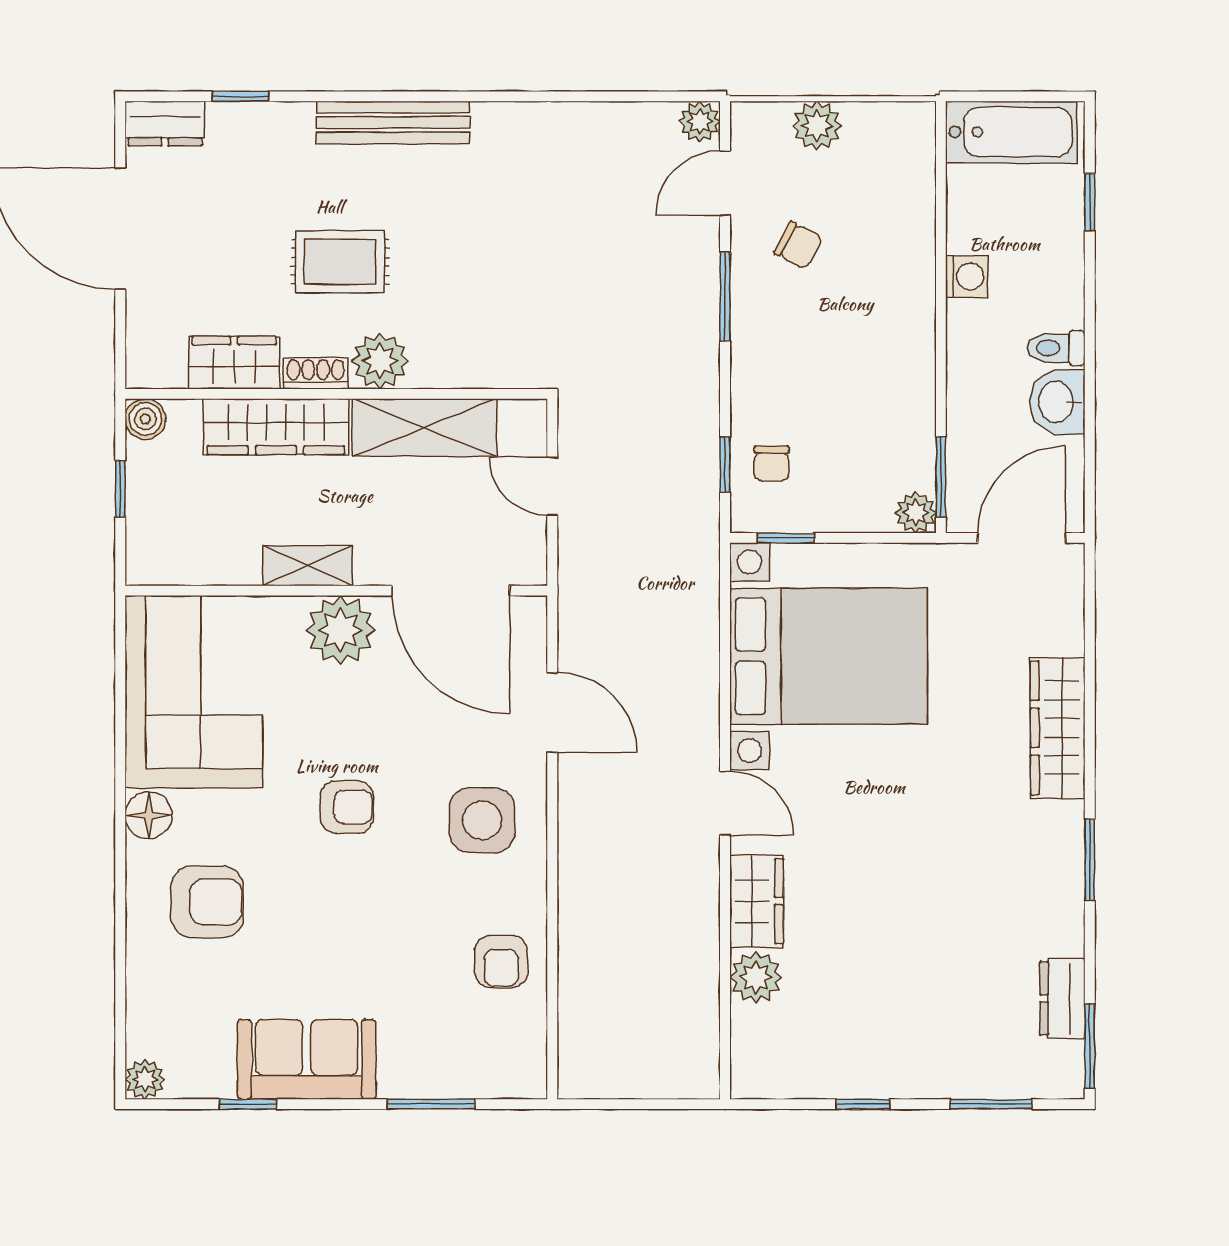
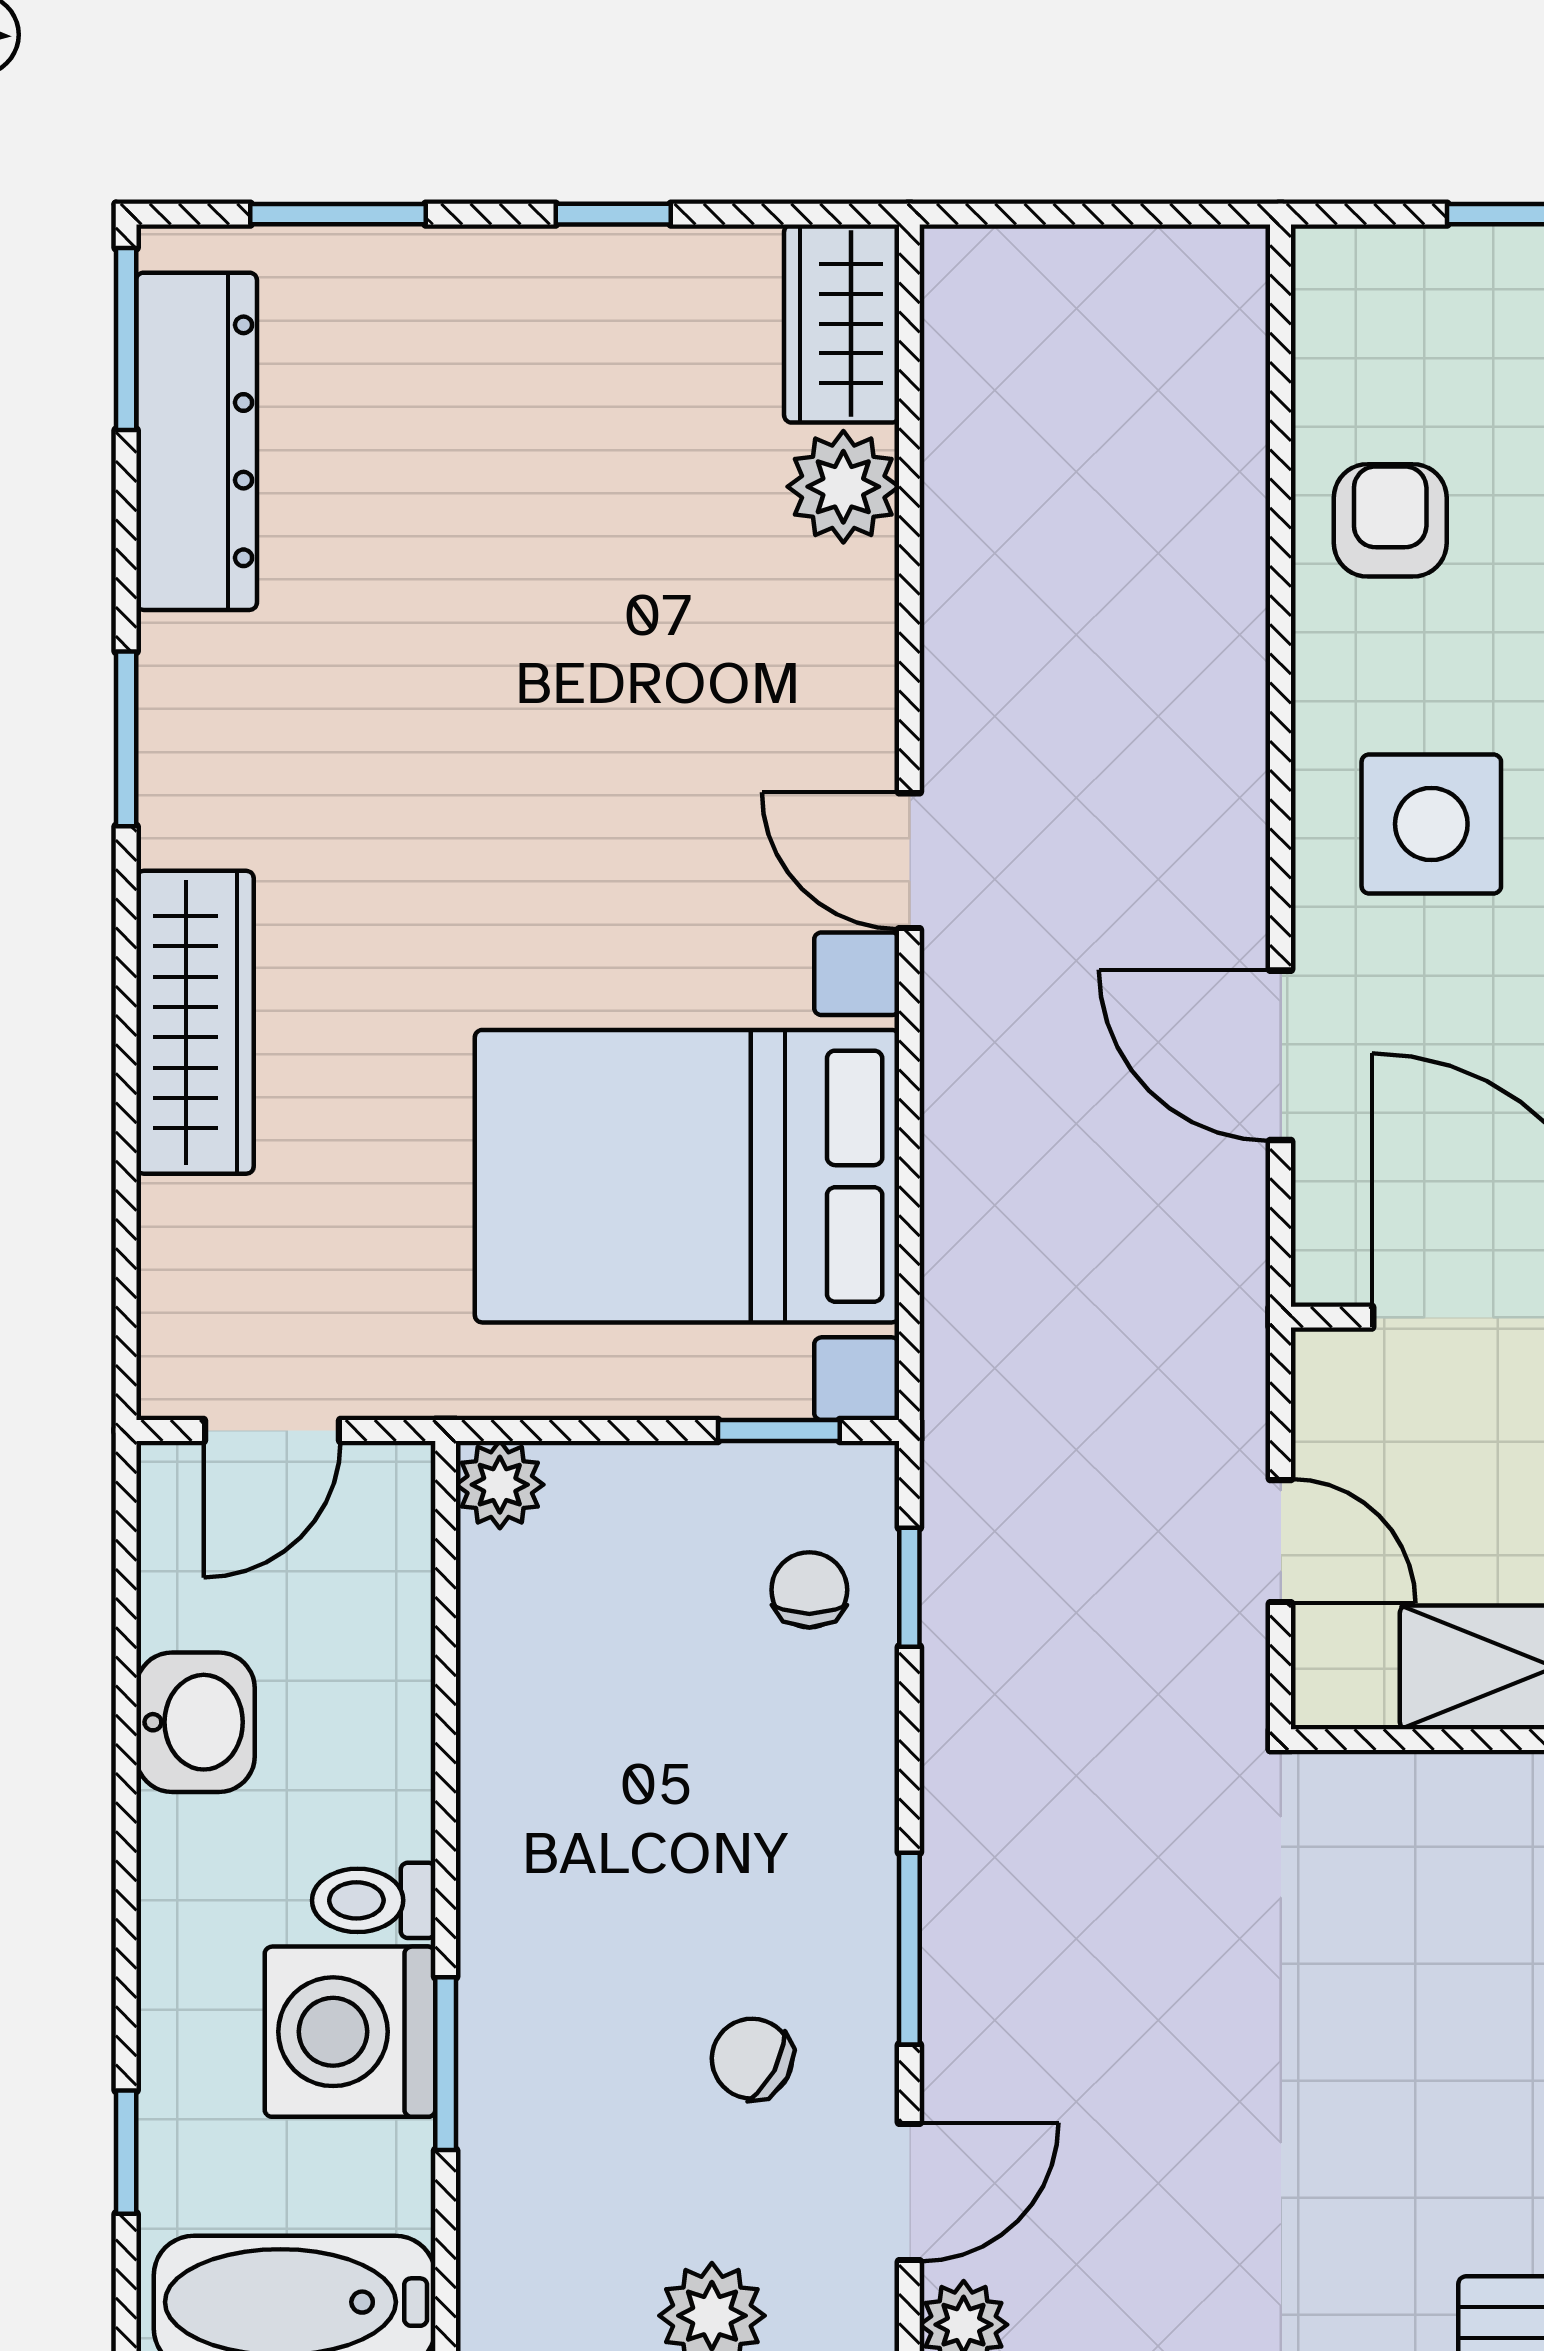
washing machine: (967, 277) -> (350, 2032), width x1.89, depth x1.89
toilet: (1056, 348) -> (374, 1900), moved, turned 180
window: (941, 477) -> (446, 2064), moved
door: (1022, 538) -> (272, 1430), width x0.73
wardrobe: (757, 901) -> (842, 324), moved
dresser: (1062, 998) -> (197, 441), width x1.96, depth x1.24

